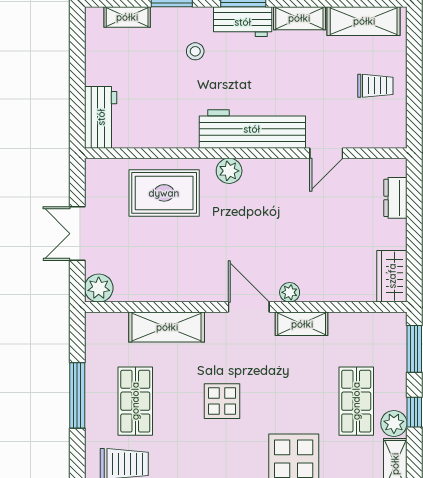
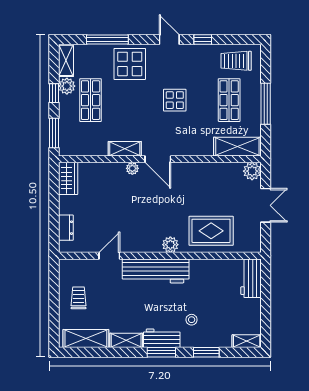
shelving: (127, 17) -> (247, 341), moved
trolley: (375, 86) -> (79, 298), turned 90
shelving: (167, 327) -> (237, 147), moved

